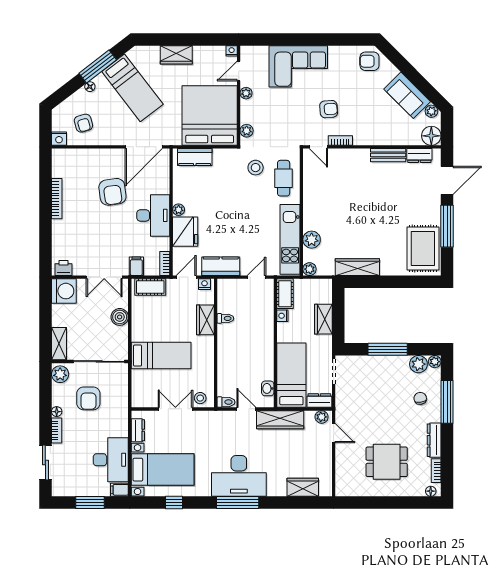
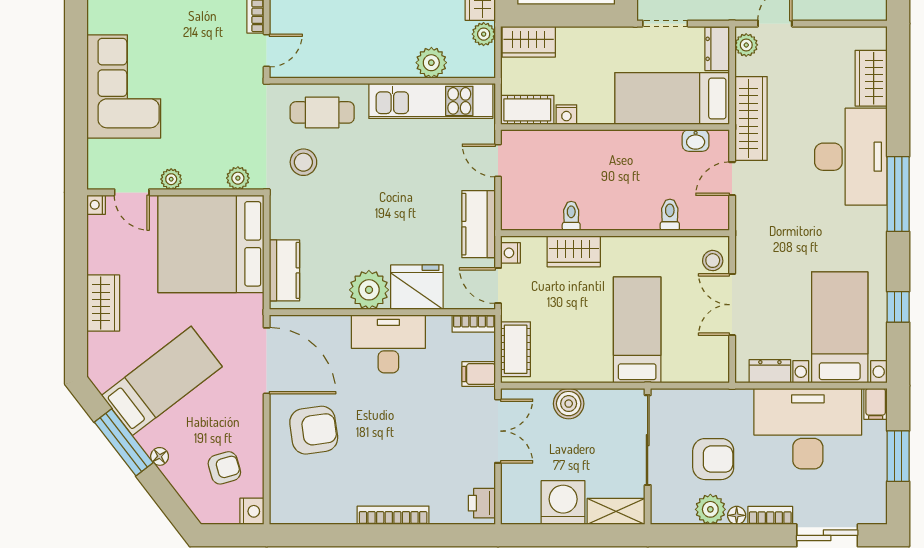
armchair: (329, 109) -> (200, 32), removed
armchair: (112, 192) -> (314, 430), moved
bookcase: (57, 199) -> (393, 515), moved
plant: (179, 210) -> (369, 290), width x1.88, depth x1.88
plant: (309, 269) -> (484, 34), moved
washing machine: (64, 291) -> (563, 503), moved
wardrobe: (323, 319) -> (529, 42), moved
plant: (60, 374) -> (710, 509), moved
toilet: (226, 402) -> (670, 215), moved
desk: (111, 460) -> (808, 429), width x1.36, depth x1.30
desk: (239, 476) -> (851, 157), moved

